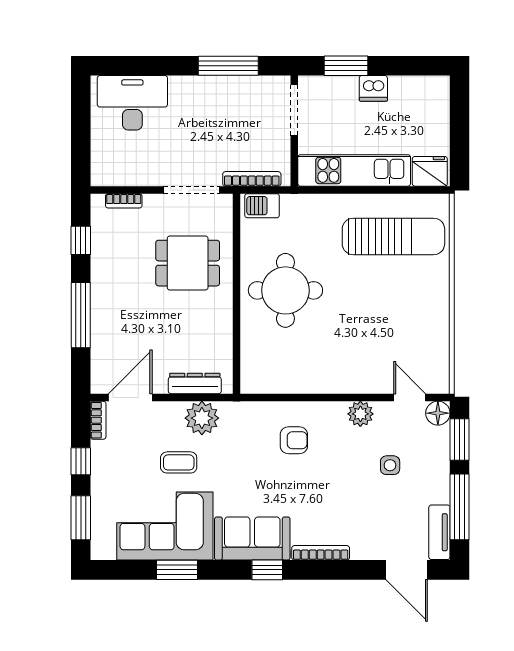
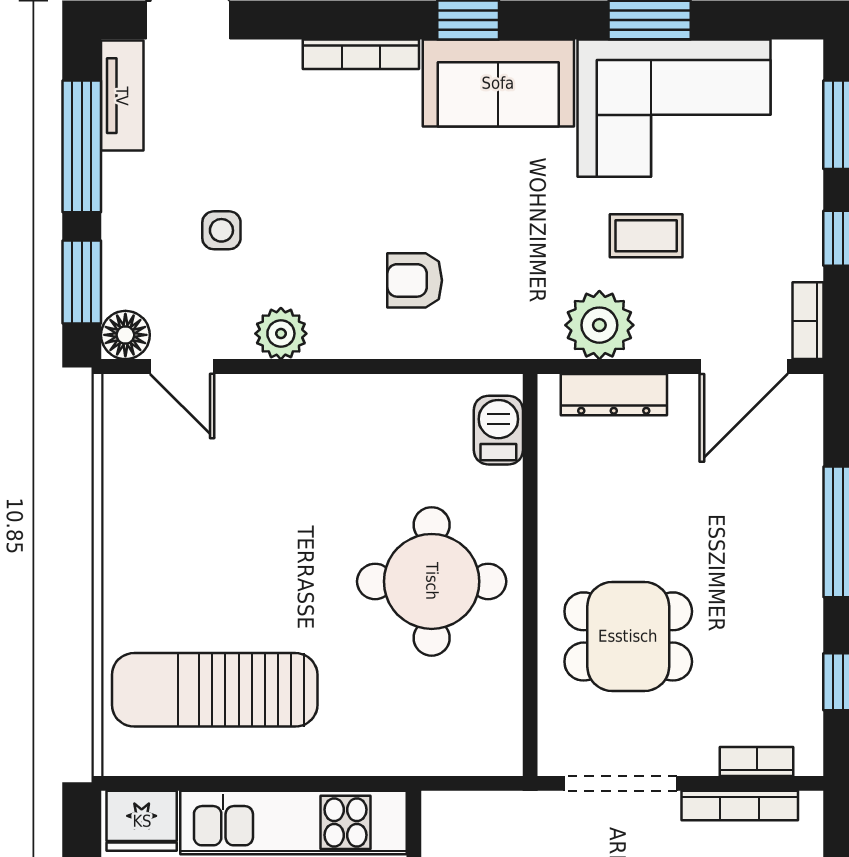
bookcase: (252, 179) -> (740, 806), moved
barbecue: (262, 206) -> (498, 430), moved, turned -90

